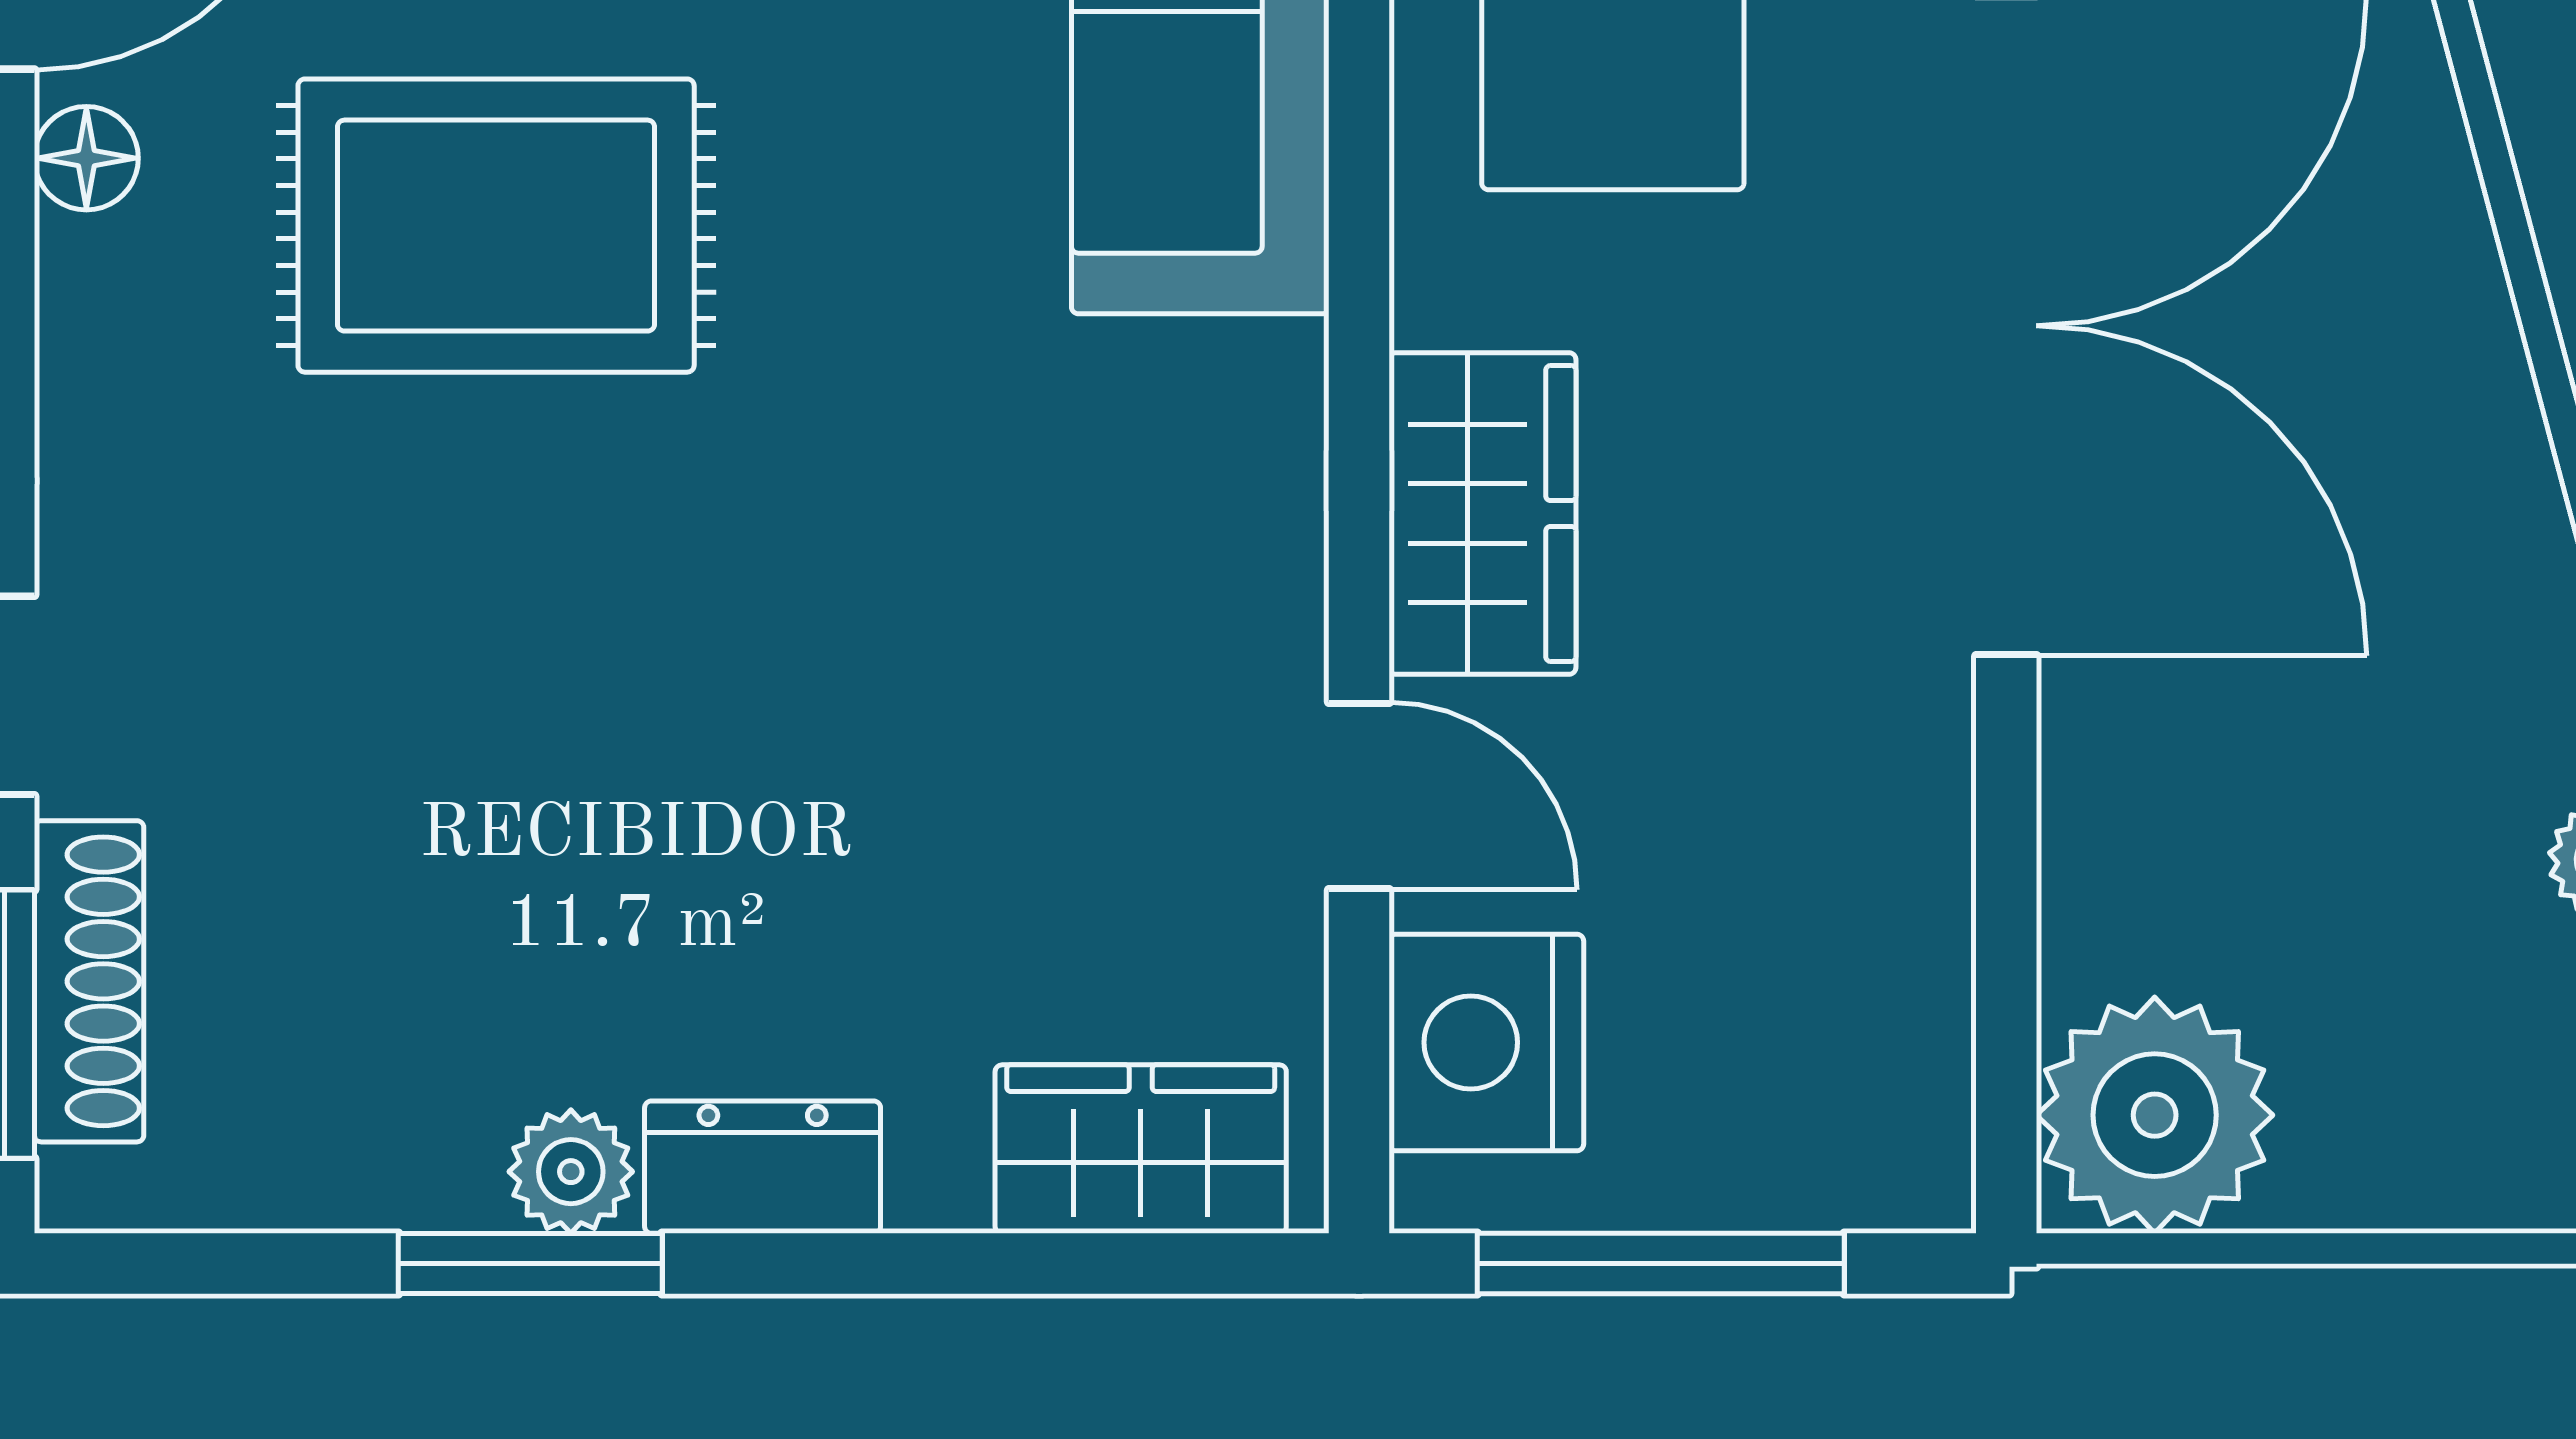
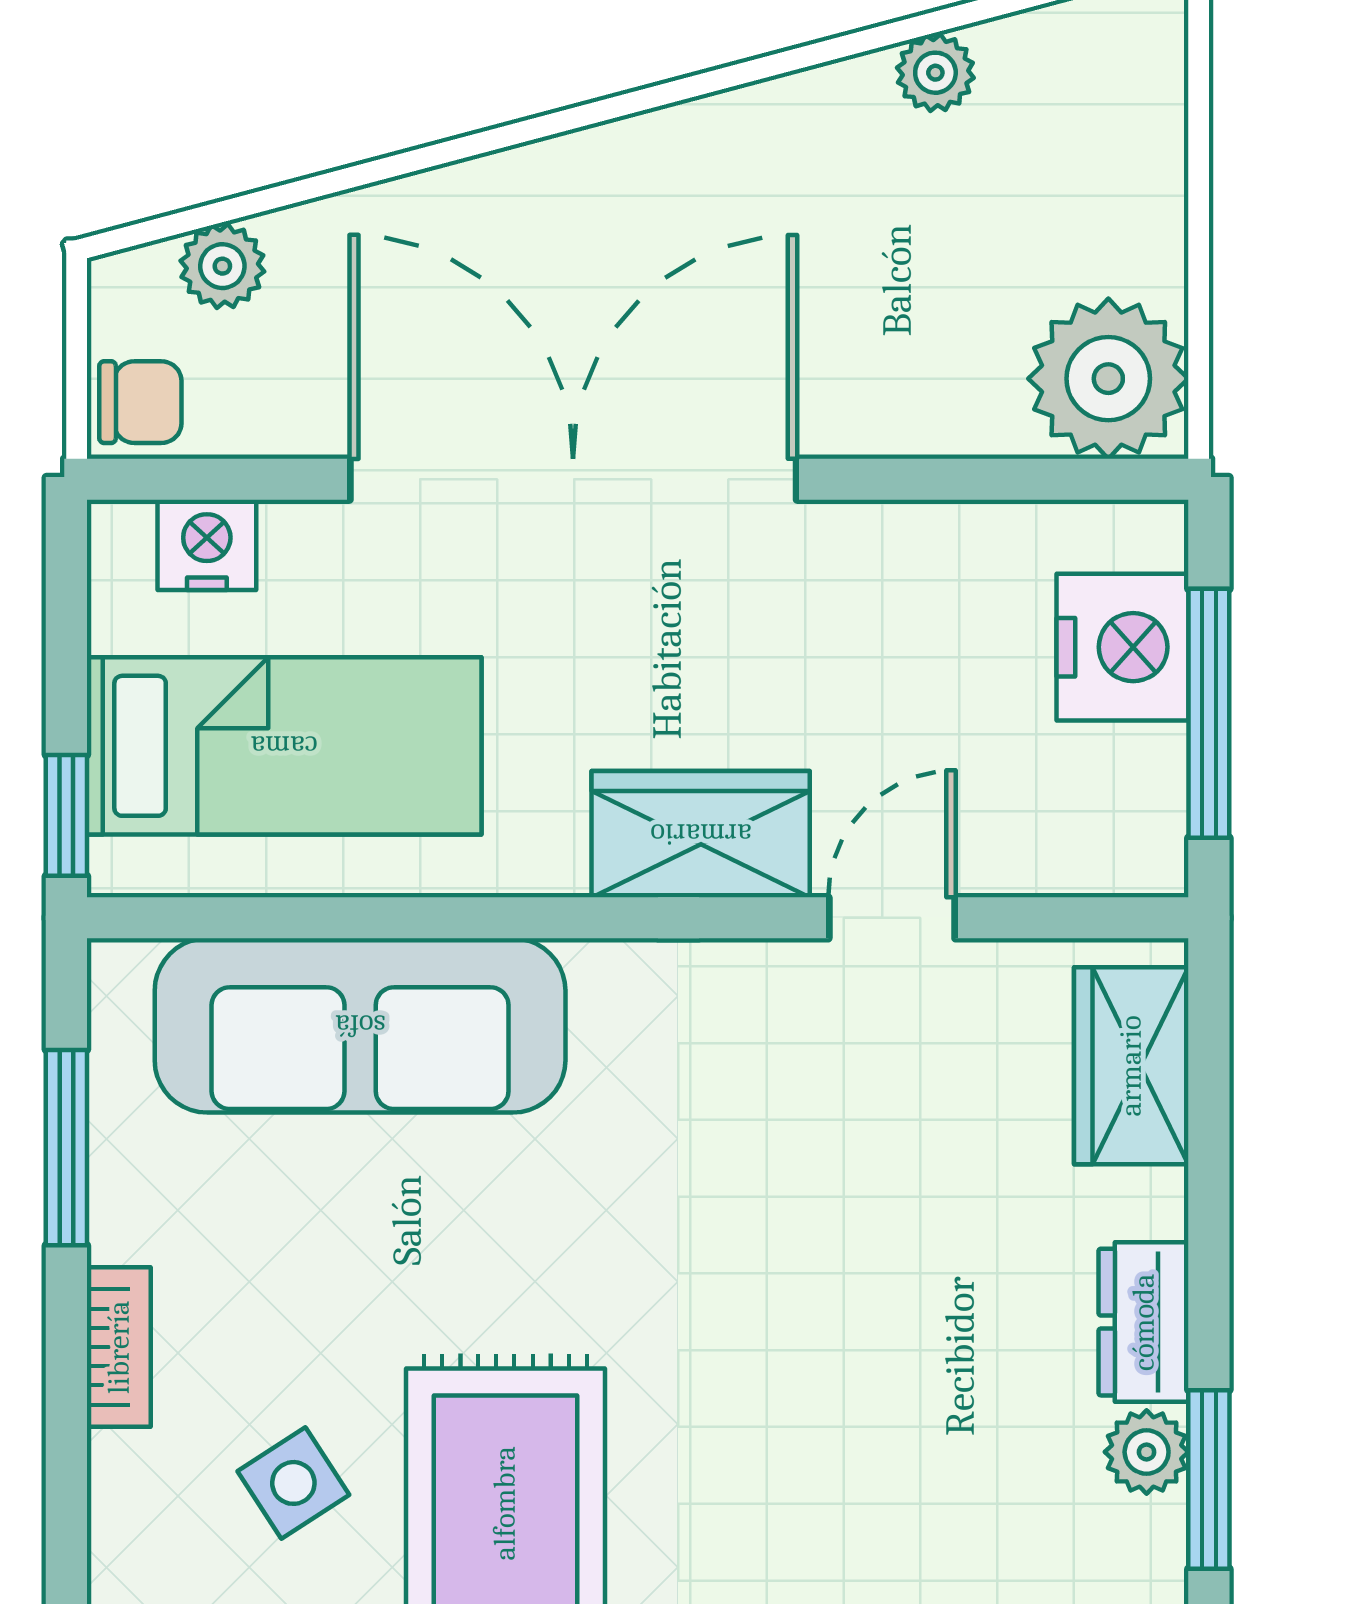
nightstand: (1486, 1042) -> (1123, 647), moved, turned -90

